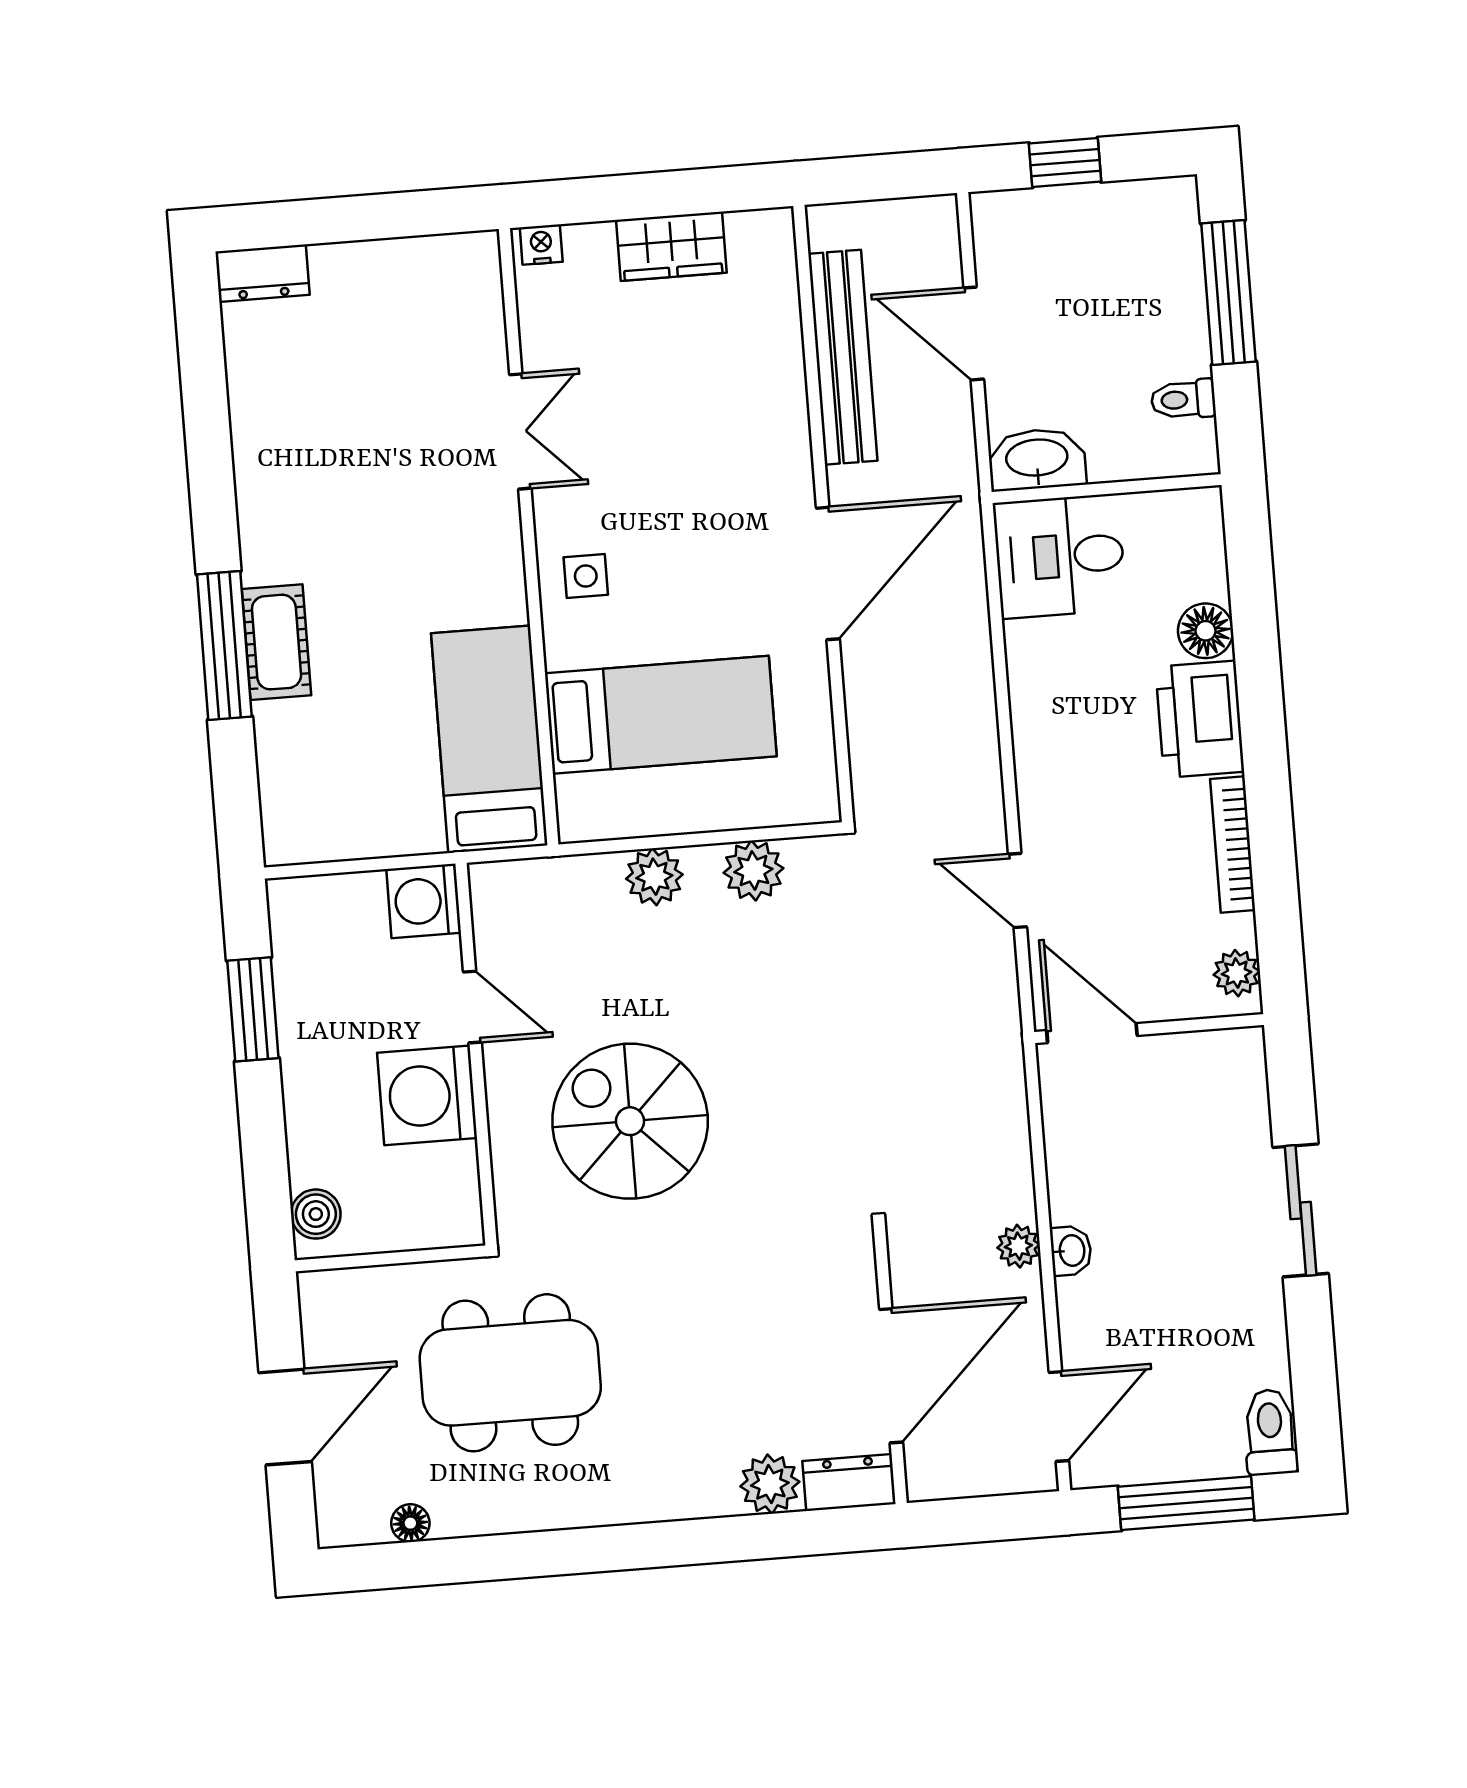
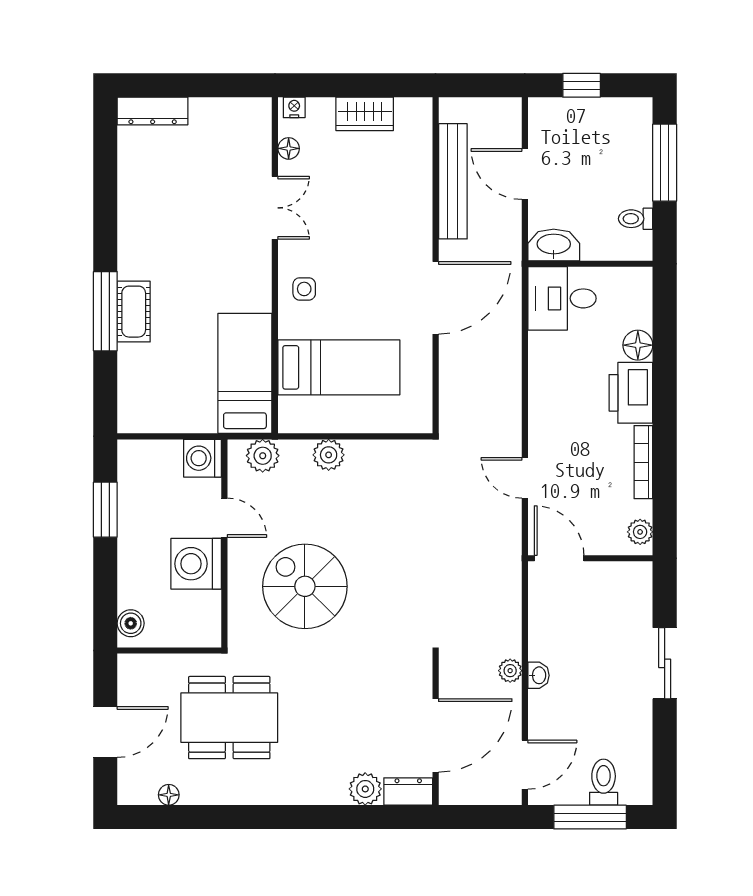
dresser: (262, 273) -> (153, 111), width x1.44
floor lamp: (537, 321) -> (289, 148), added
plant: (753, 870) -> (263, 456), moved
toilet: (1270, 1432) -> (604, 782), moved

